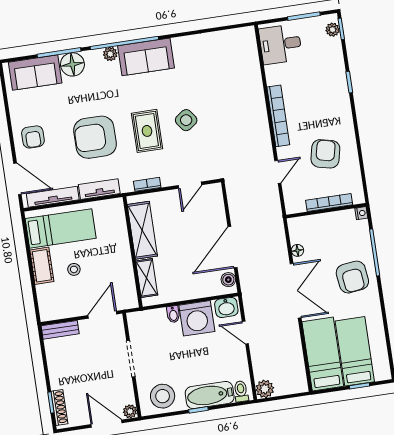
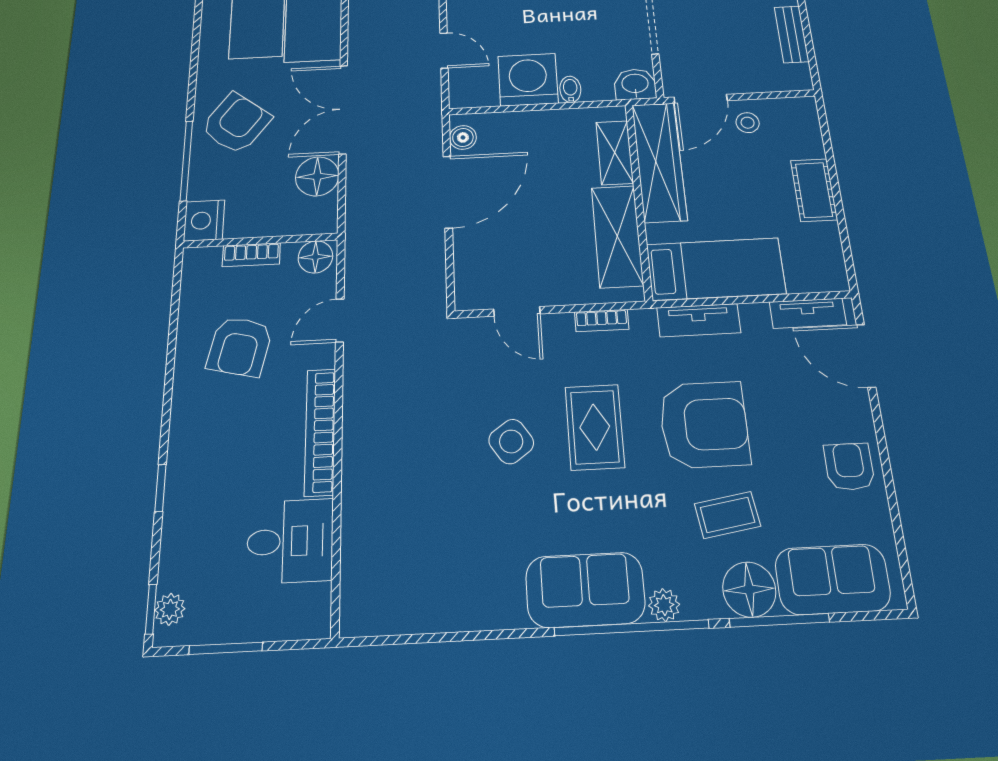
desk: (280, 44) -> (290, 541), moved
coffee table: (83, 96) -> (727, 515), added
armchair: (33, 137) -> (849, 467), moved
door: (190, 185) -> (517, 311), swing flipped
tv unit: (53, 197) -> (808, 313), width x0.71
bookcase: (329, 202) -> (251, 255), width x0.64
floor lamp: (296, 204) -> (315, 257), added
nightstand: (361, 213) -> (204, 220), width x1.89, depth x1.79
bed: (61, 228) -> (716, 269), moved, turned 180
floor lamp: (297, 250) -> (317, 176), width x1.89, depth x1.89
stool: (74, 269) -> (748, 123), moved
wardrobe: (123, 275) -> (659, 162), added
armchair: (352, 277) -> (236, 123), turned 44
washbasin: (226, 307) -> (635, 84), moved
bench: (60, 330) -> (792, 34), moved, turned 90

